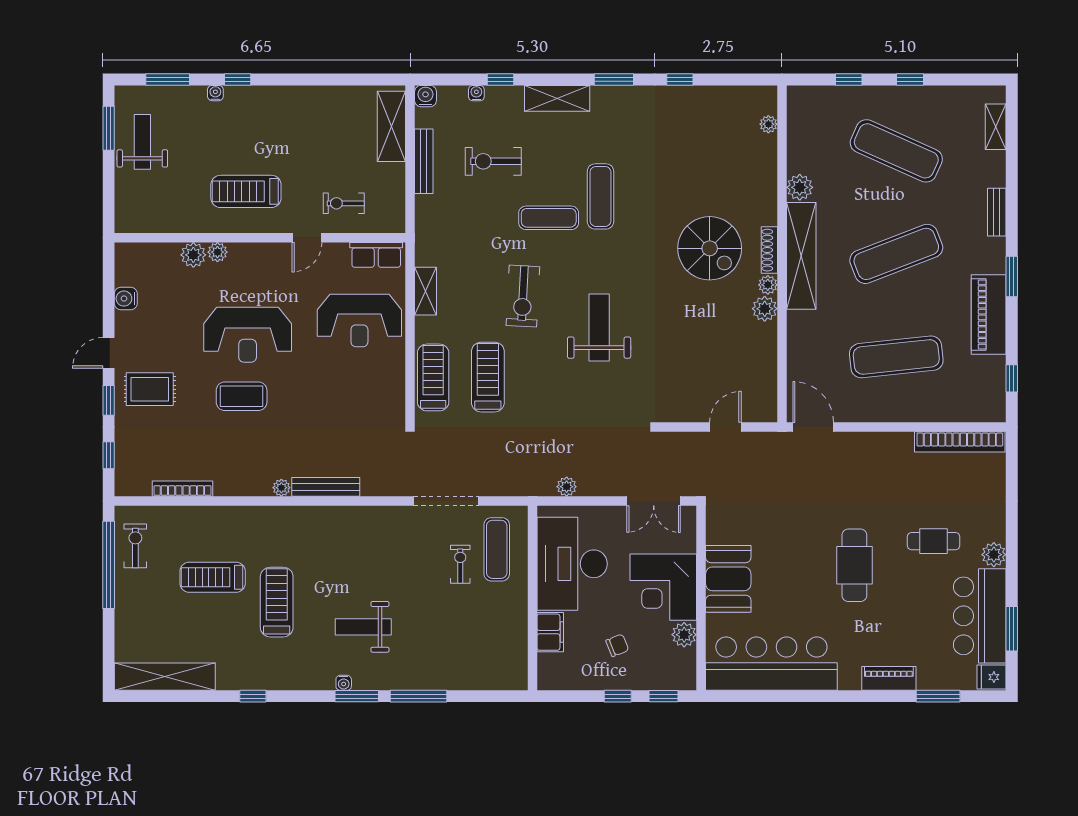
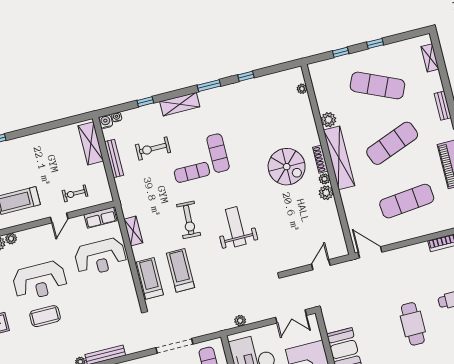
water cooler: (476, 93) -> (117, 117), moved

